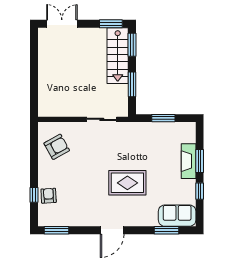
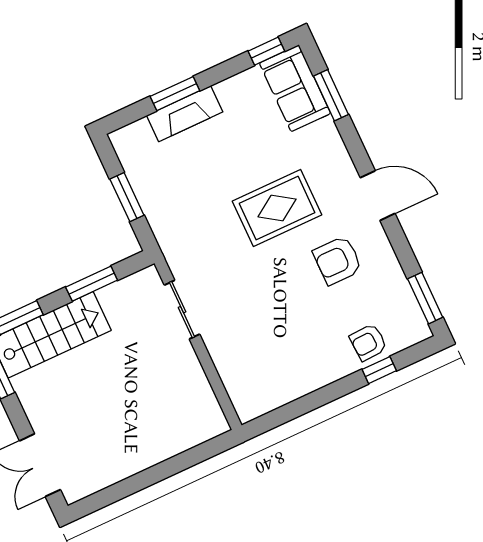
armchair: (57, 147) -> (337, 260), moved, turned -61
rug: (127, 183) -> (277, 208), turned 90
window: (200, 191) -> (266, 51), moved

